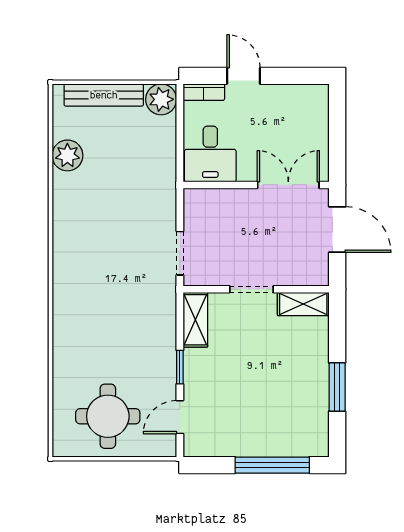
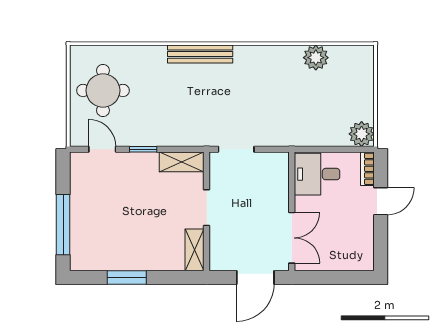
bench: (104, 95) -> (200, 54), moved, turned 90

